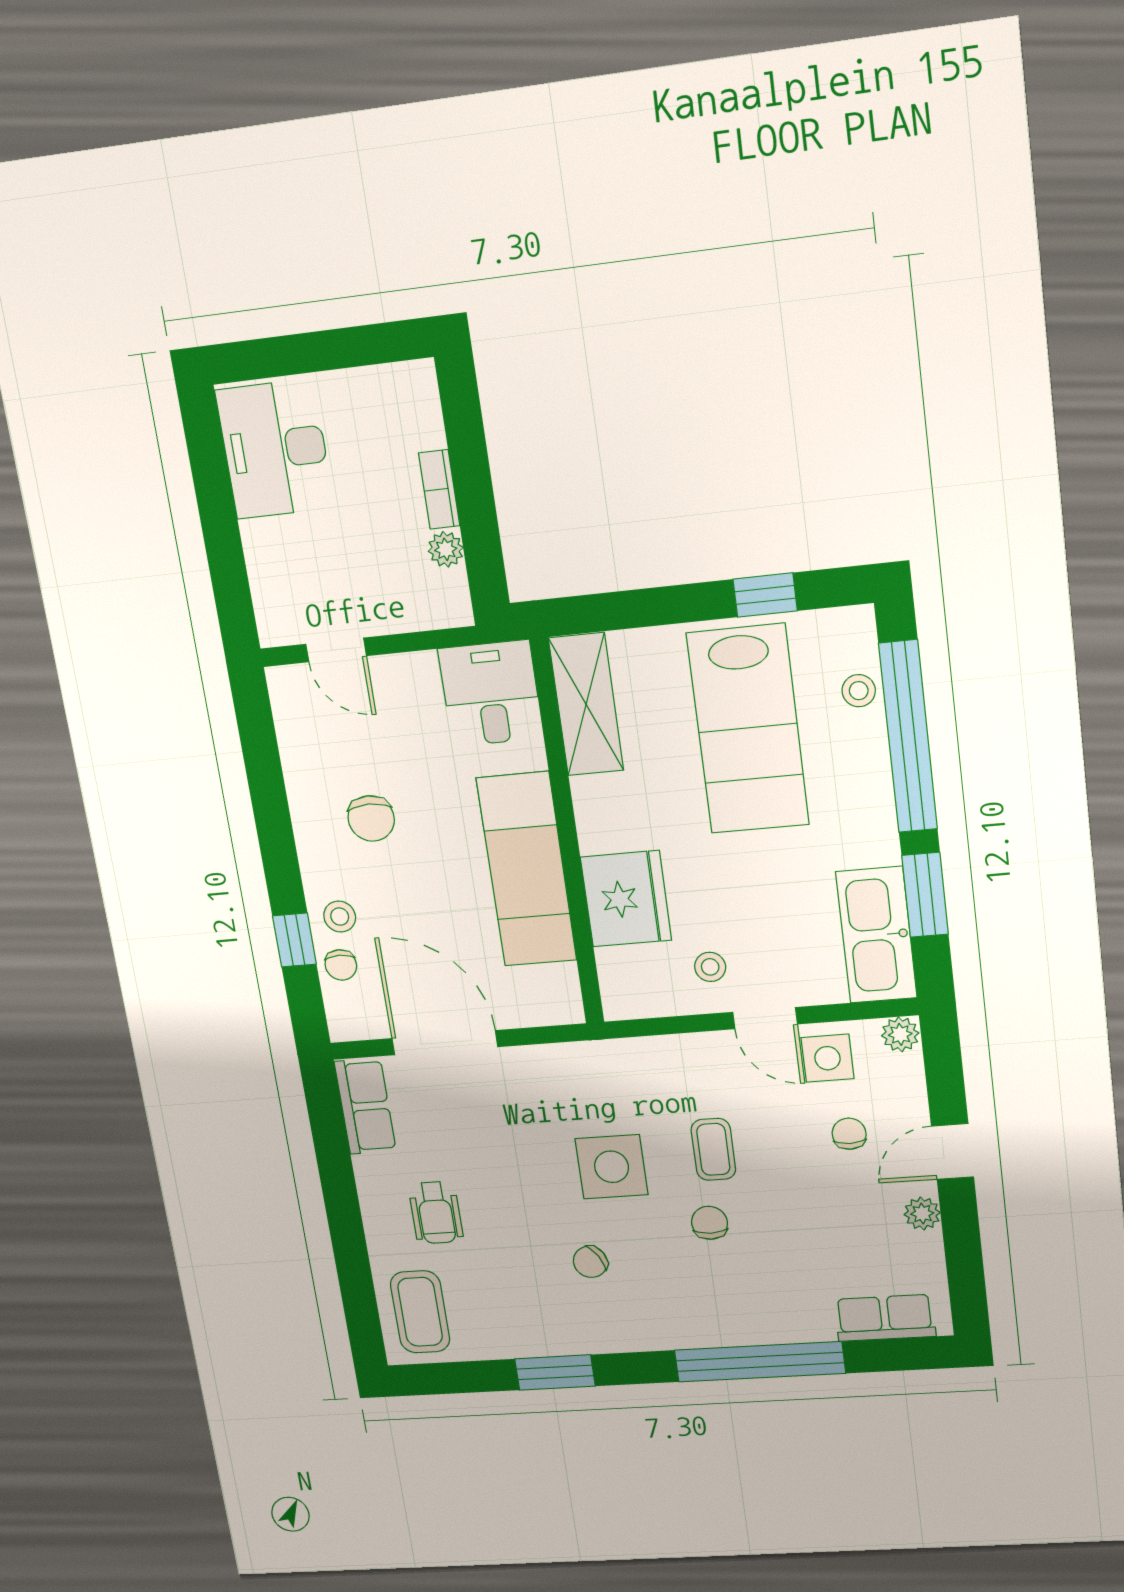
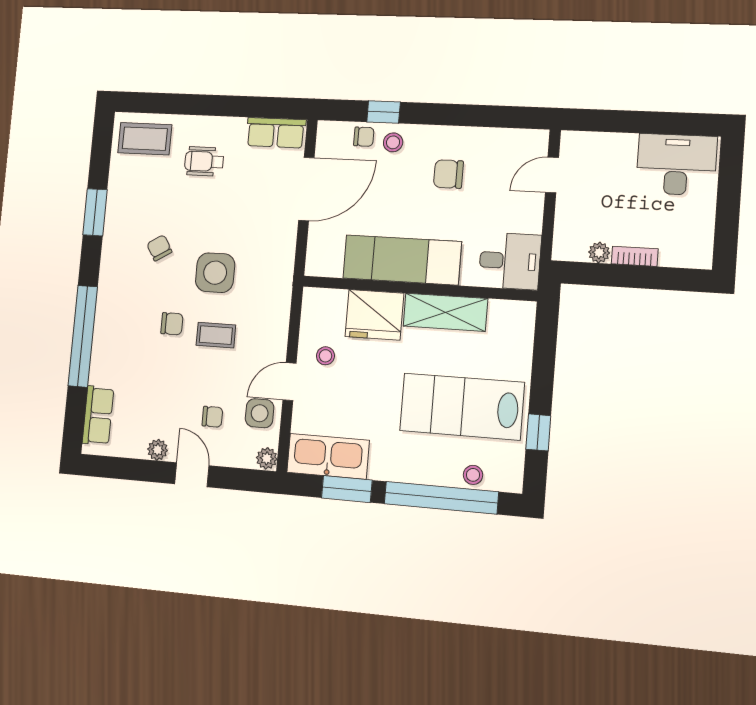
shelving: (586, 704) -> (445, 312), moved
chair: (341, 965) -> (364, 137), turned 180

